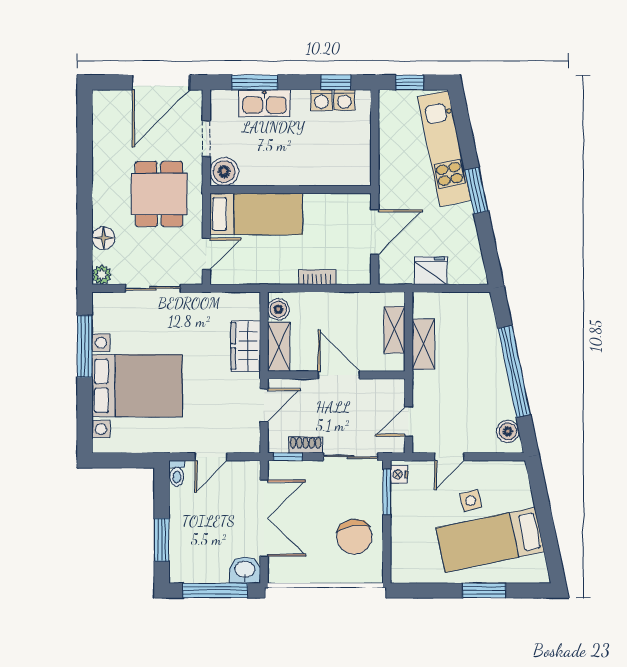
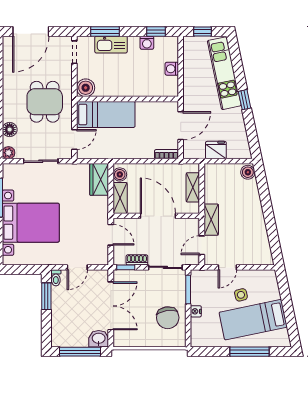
door: (161, 82) -> (31, 32), moved
washing machine: (344, 100) -> (172, 69), moved, turned 90
doorway: (206, 139) -> (74, 52), moved
window: (476, 191) -> (245, 100), width x0.67
bookcase: (317, 277) -> (166, 154), moved
shelving: (423, 344) -> (211, 220), moved
wardrobe: (246, 346) -> (99, 179), moved
window: (514, 371) -> (268, 214), removed
door: (339, 375) -> (158, 216), width x1.36
door: (264, 405) -> (111, 235), hinge flipped
boiler: (508, 431) -> (248, 172), moved
nightstand: (399, 474) -> (196, 311), moved
window: (162, 540) -> (46, 296), moved
window: (484, 590) -> (249, 352), width x1.44

